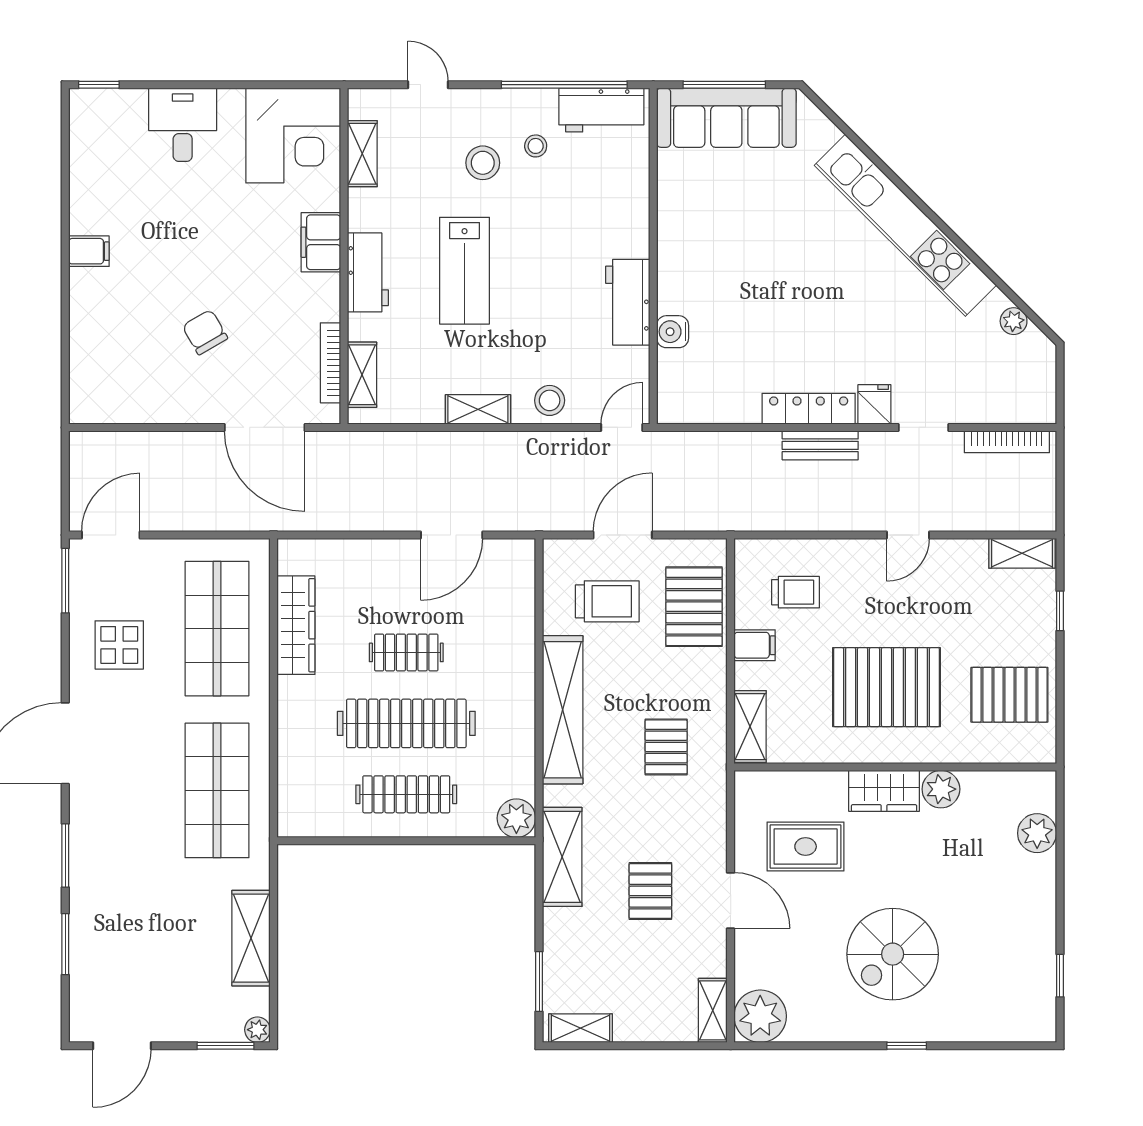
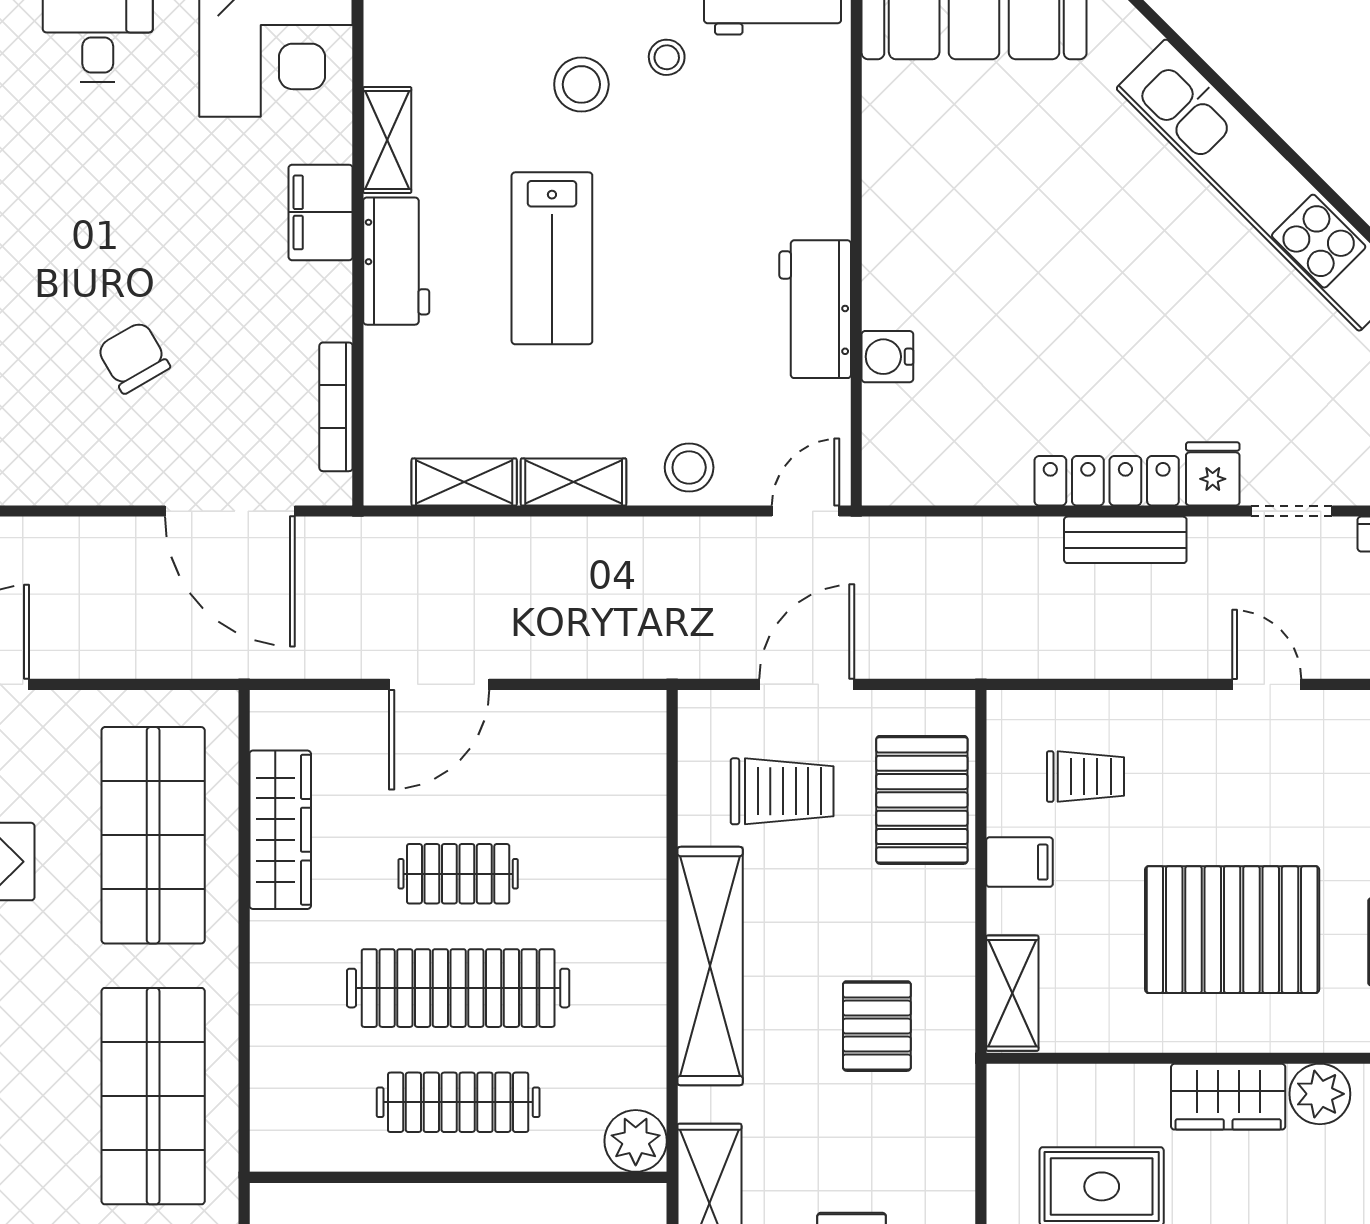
shelving: (362, 154) -> (387, 140), moved
shelving: (362, 375) -> (464, 482), moved, turned 90
door: (452, 535) -> (439, 684), moved
door: (908, 535) -> (1267, 684), swing flipped

